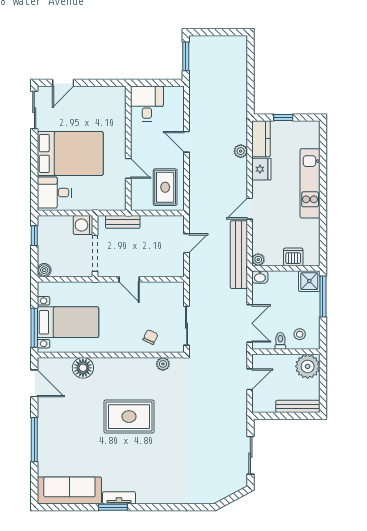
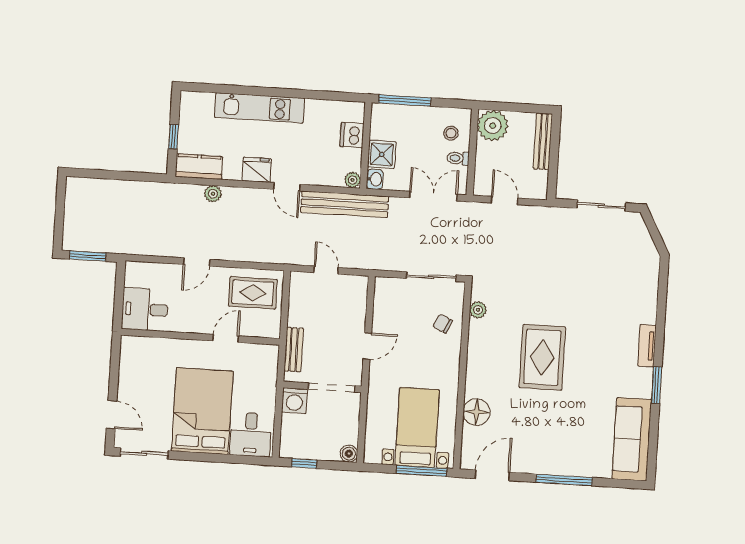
fridge: (261, 169) -> (257, 170), moved
shower: (309, 281) -> (382, 154), moved
tv unit: (119, 498) -> (647, 346), moved

